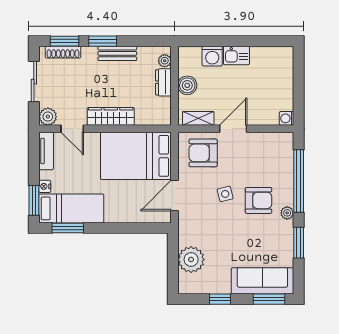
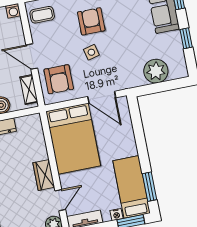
wardrobe: (111, 116) -> (44, 175), width x0.67
coffee table: (276, 149) -> (42, 15), added

